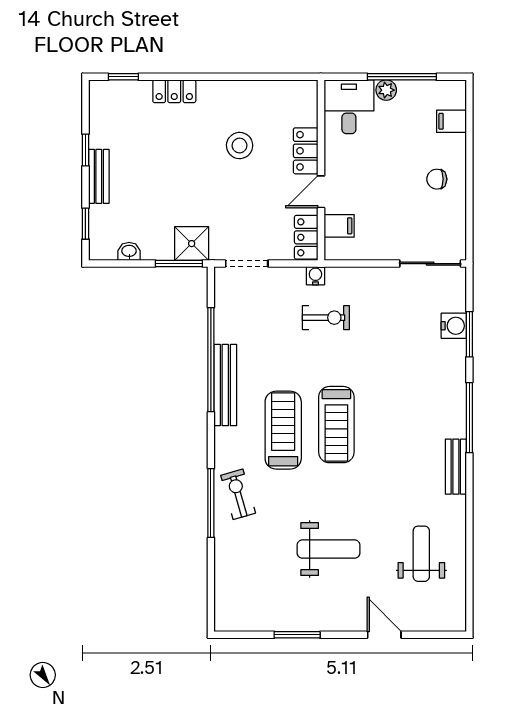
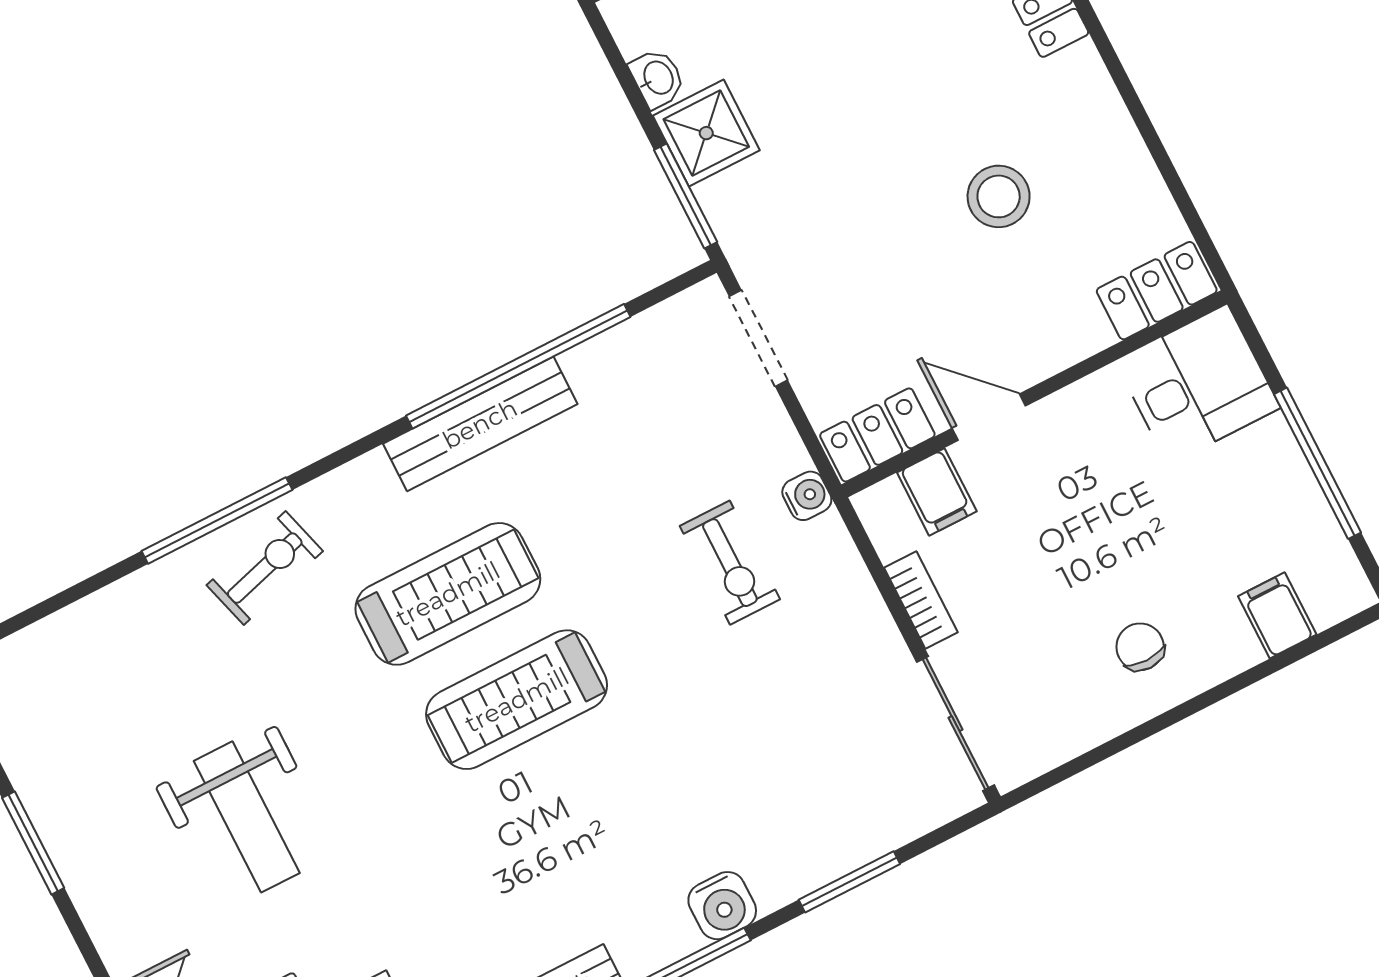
plant: (386, 90) -> (1273, 445), removed
locker: (306, 151) -> (1157, 291), moved
shower: (192, 244) -> (706, 133), moved
bookcase: (377, 253) -> (921, 600), added
water cooler: (454, 326) -> (722, 906), moved

